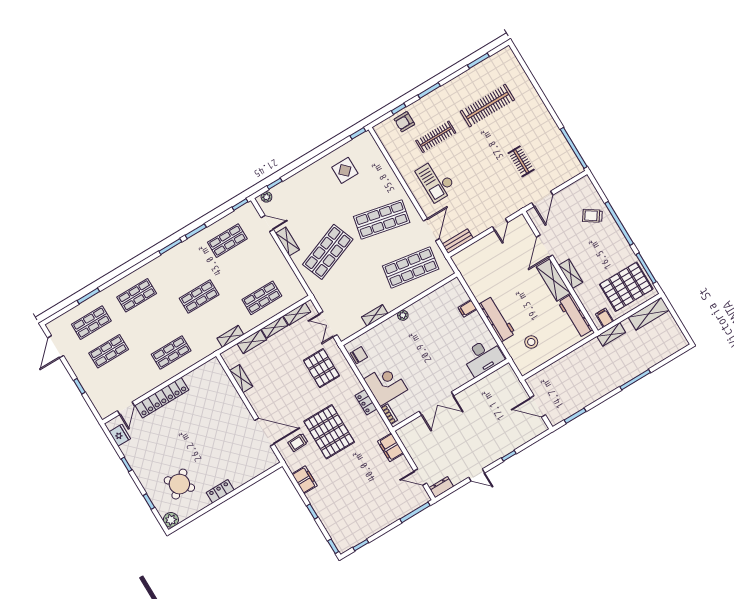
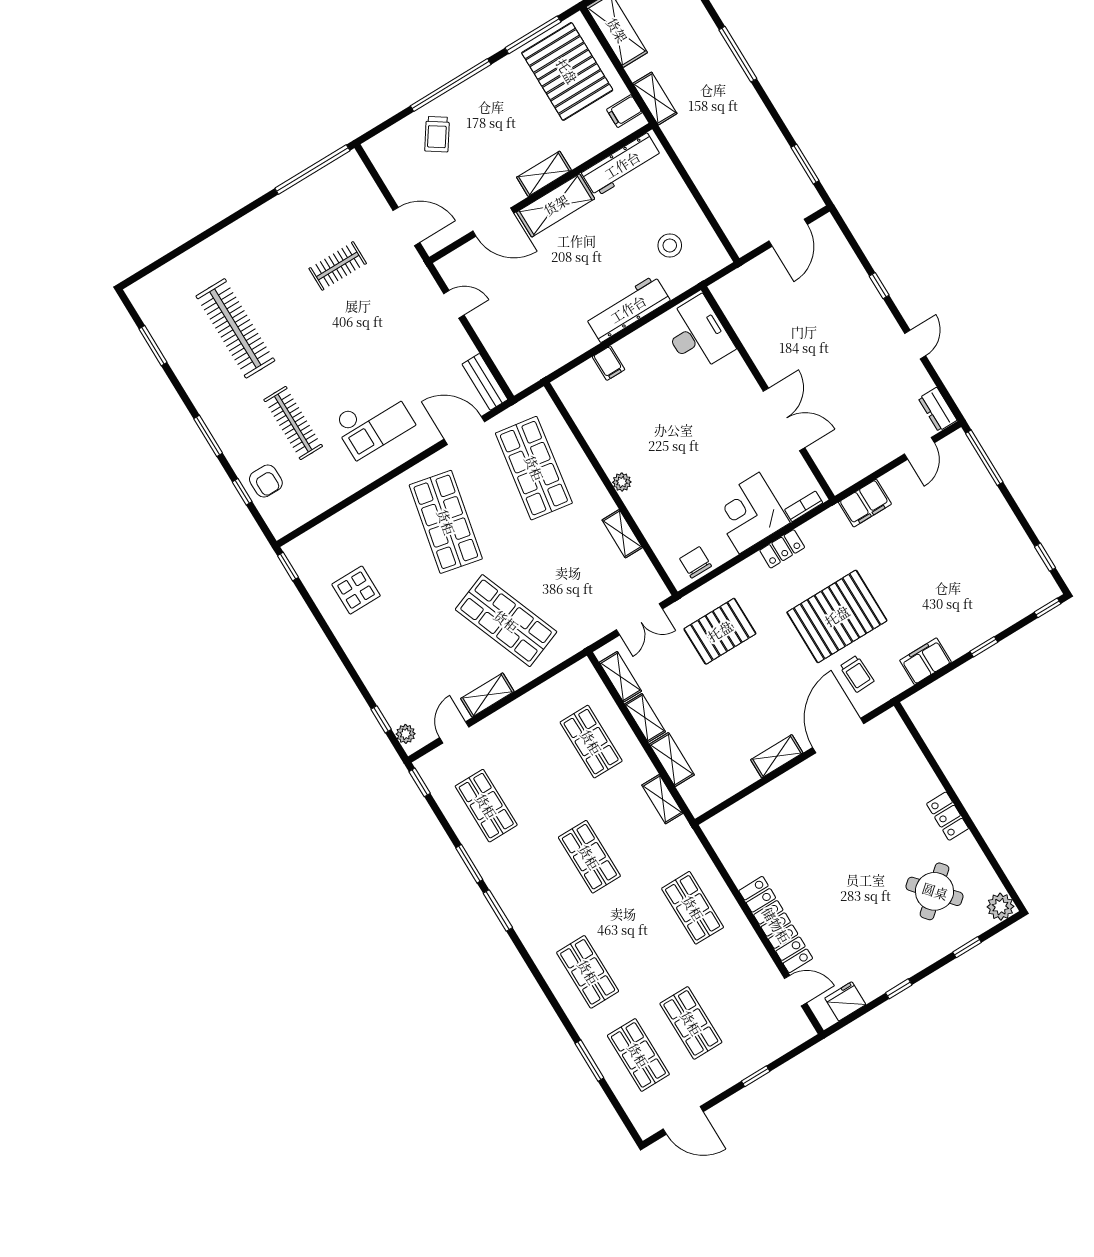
shelving: (241, 379) -> (777, 756), moved

